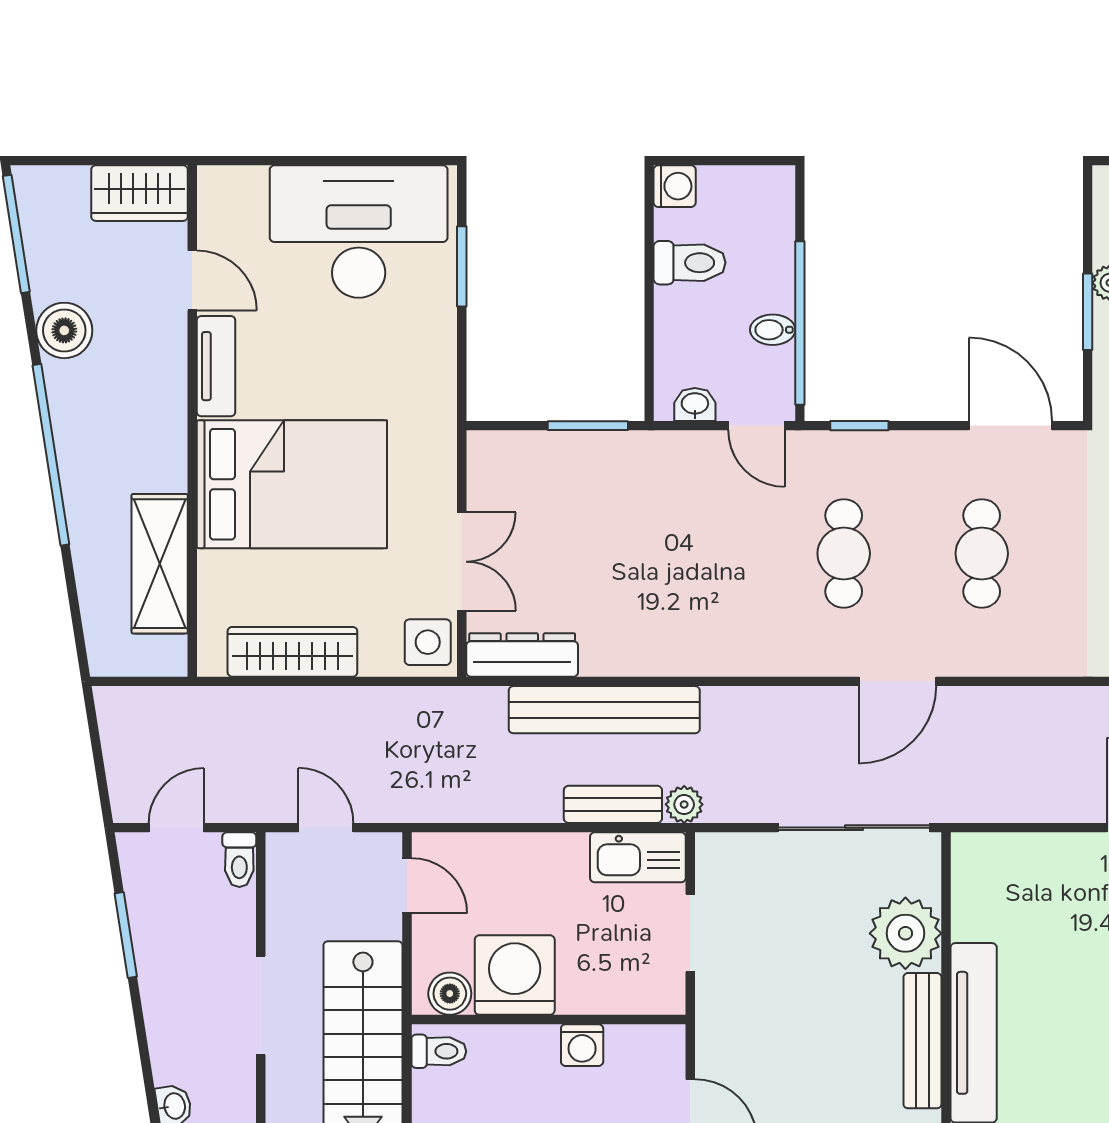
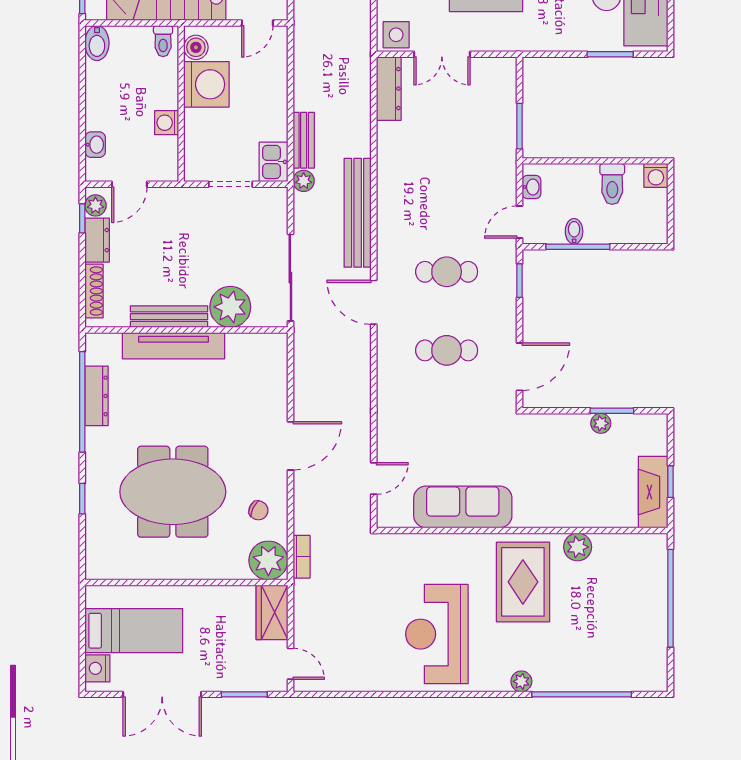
window: (1088, 312) -> (612, 411), moved
window: (800, 323) -> (578, 247), width x0.68
bench: (604, 710) -> (358, 213), moved
kitchen sink: (638, 857) -> (274, 162), width x0.73

